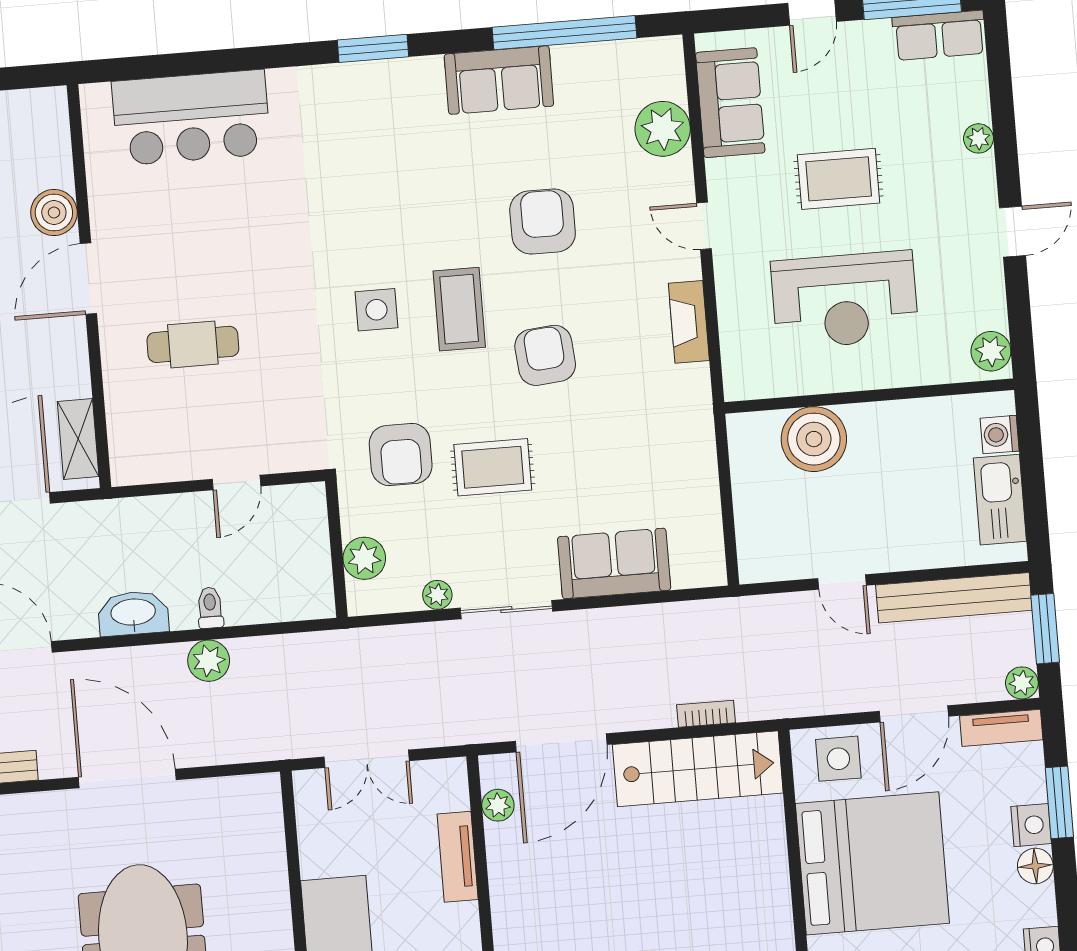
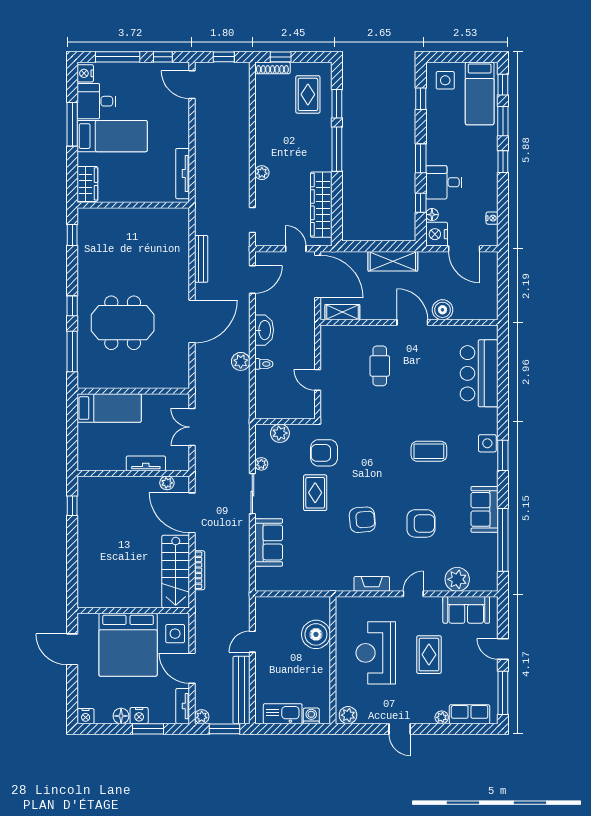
row of seats: (939, 35) -> (470, 714), moved, turned 90
coffee table: (459, 309) -> (429, 451), moved
side table: (377, 310) -> (487, 443), moved
bookcase: (706, 714) -> (200, 570), width x1.56

